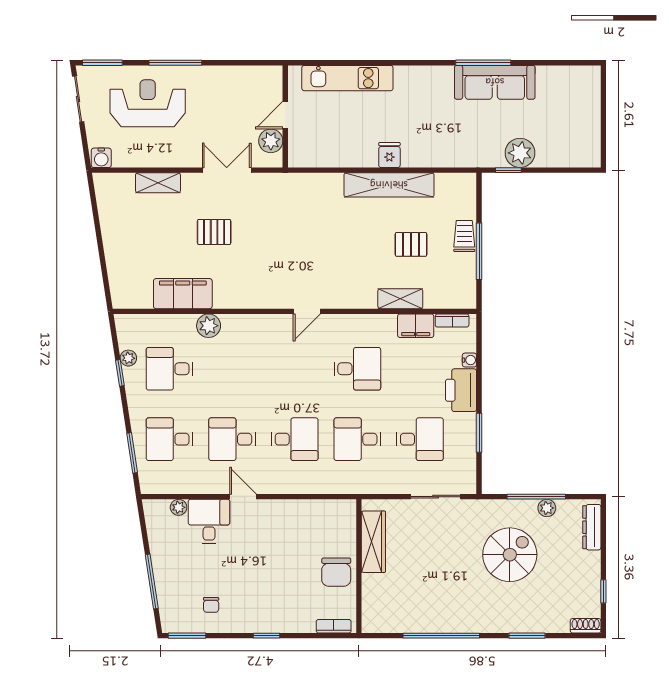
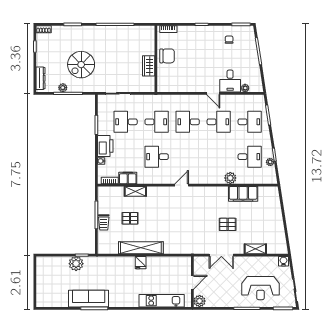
plant: (271, 141) -> (200, 301), moved
wardrobe: (373, 542) -> (149, 66), width x0.67
chair: (336, 572) -> (167, 56), turned 90

